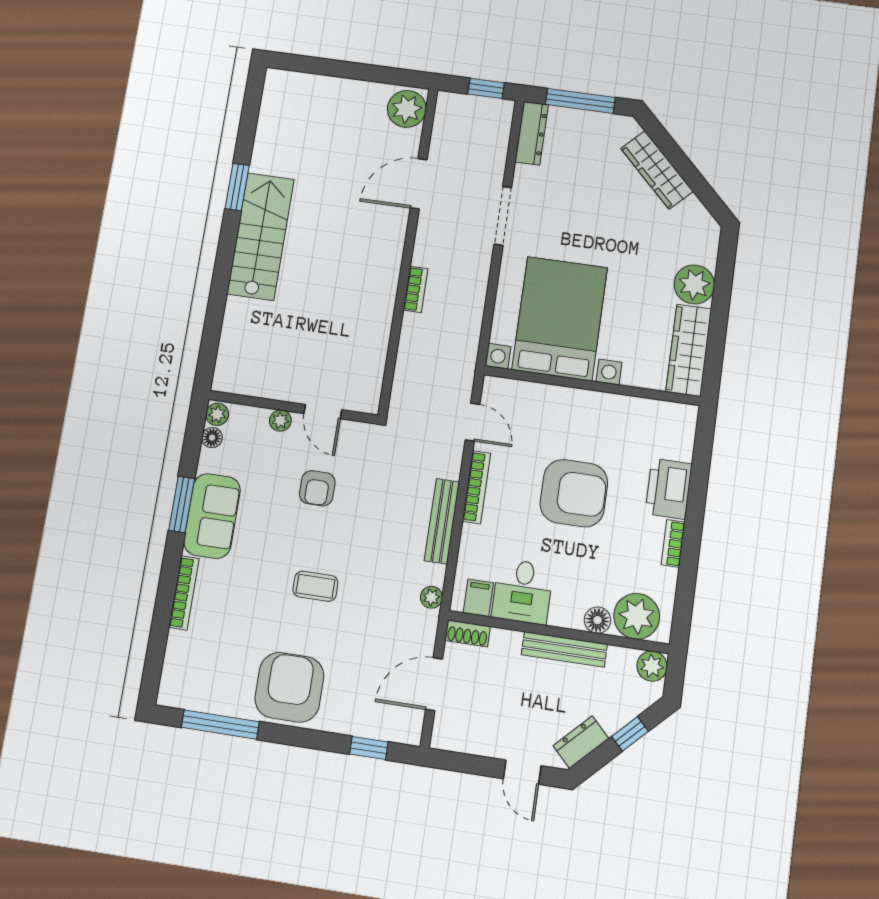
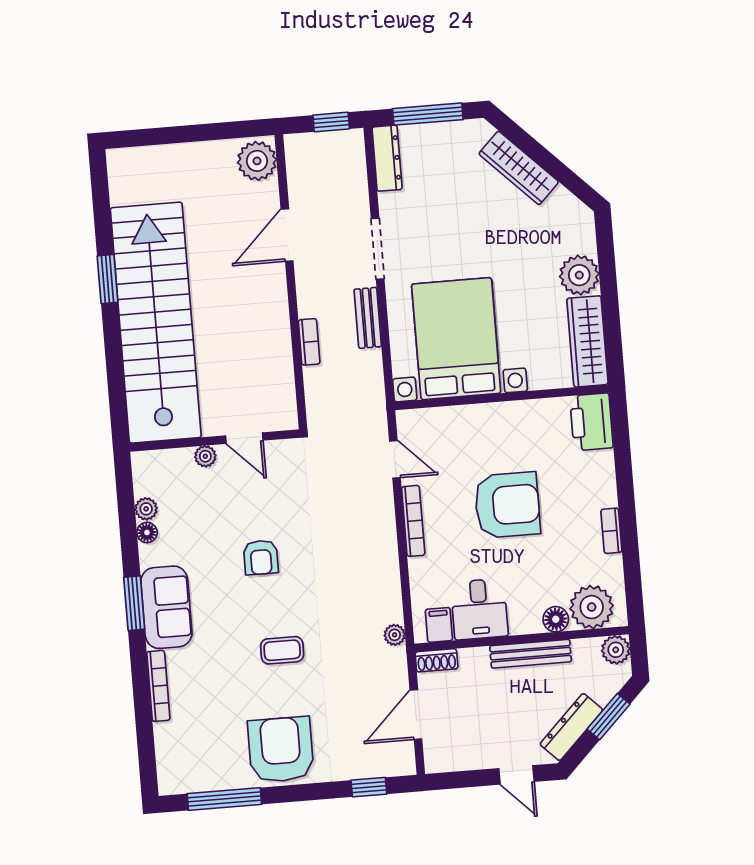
stairs: (261, 236) -> (156, 323), width x1.86, depth x1.51
wall: (293, 407) -> (214, 441), moved
door: (323, 412) -> (244, 438), moved
plant: (280, 421) -> (205, 456), moved
printer: (669, 489) -> (591, 422), moved
bench: (442, 521) -> (368, 318), moved, width x0.73
window: (630, 734) -> (609, 717), width x1.50
dresser: (581, 742) -> (571, 727), width x1.44

